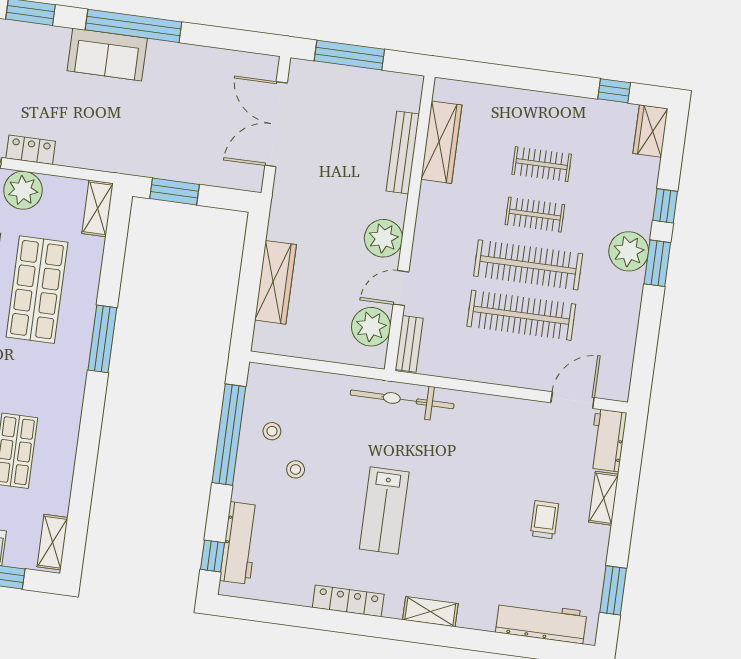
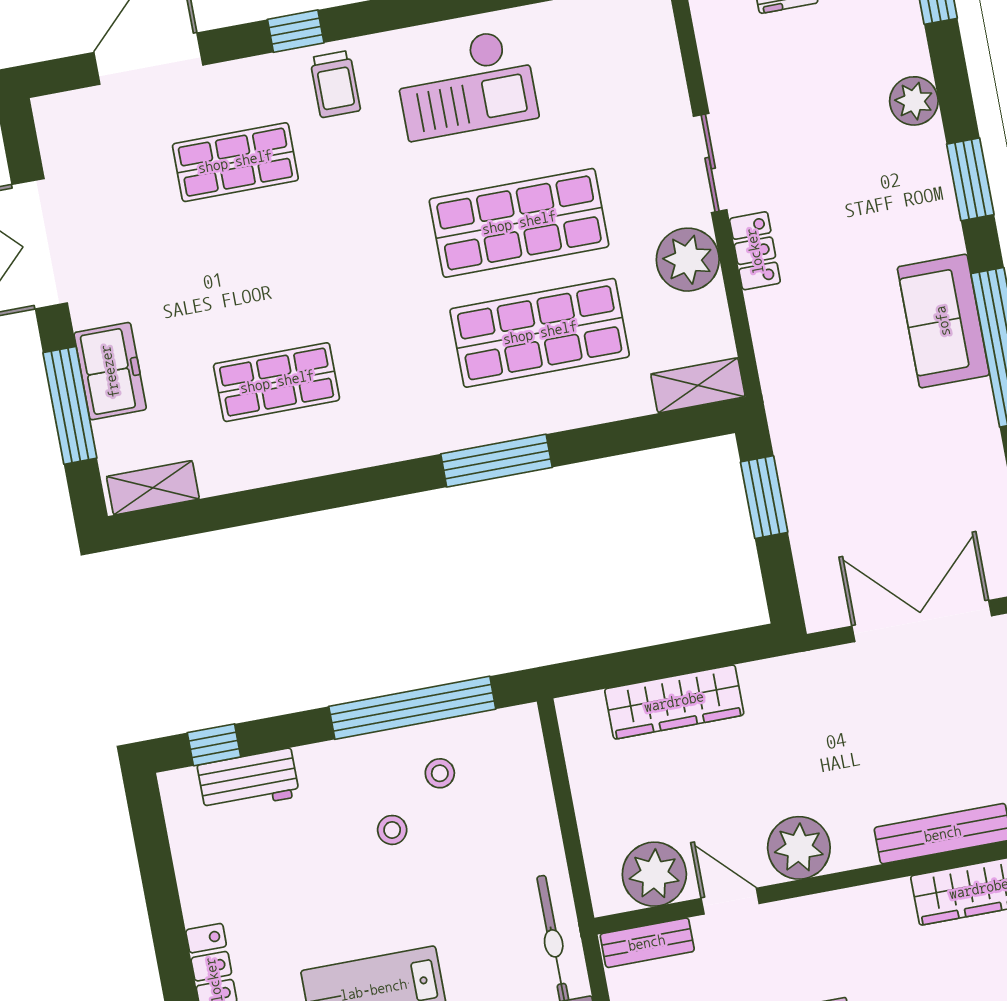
workbench: (240, 543) -> (248, 781), width x0.73

